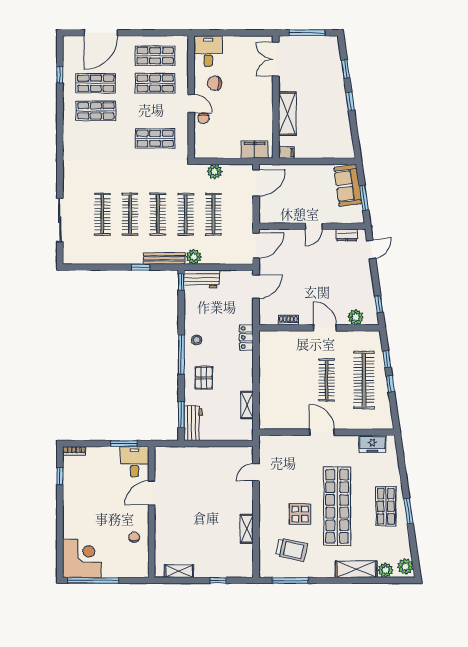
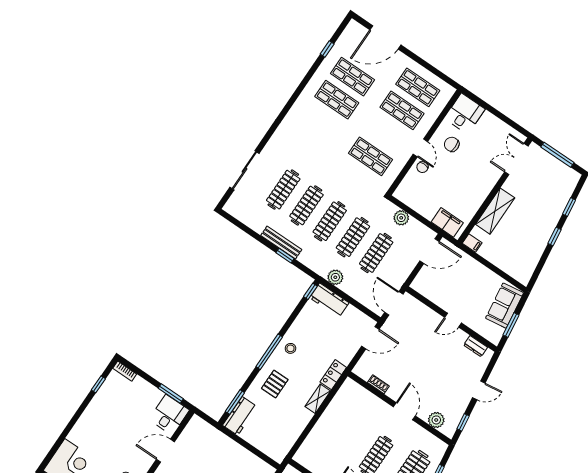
door: (256, 245) -> (394, 303), swing flipped
door: (371, 250) -> (479, 390), moved
bench: (164, 258) -> (281, 242), moved
shelving: (247, 405) -> (318, 399), moved

